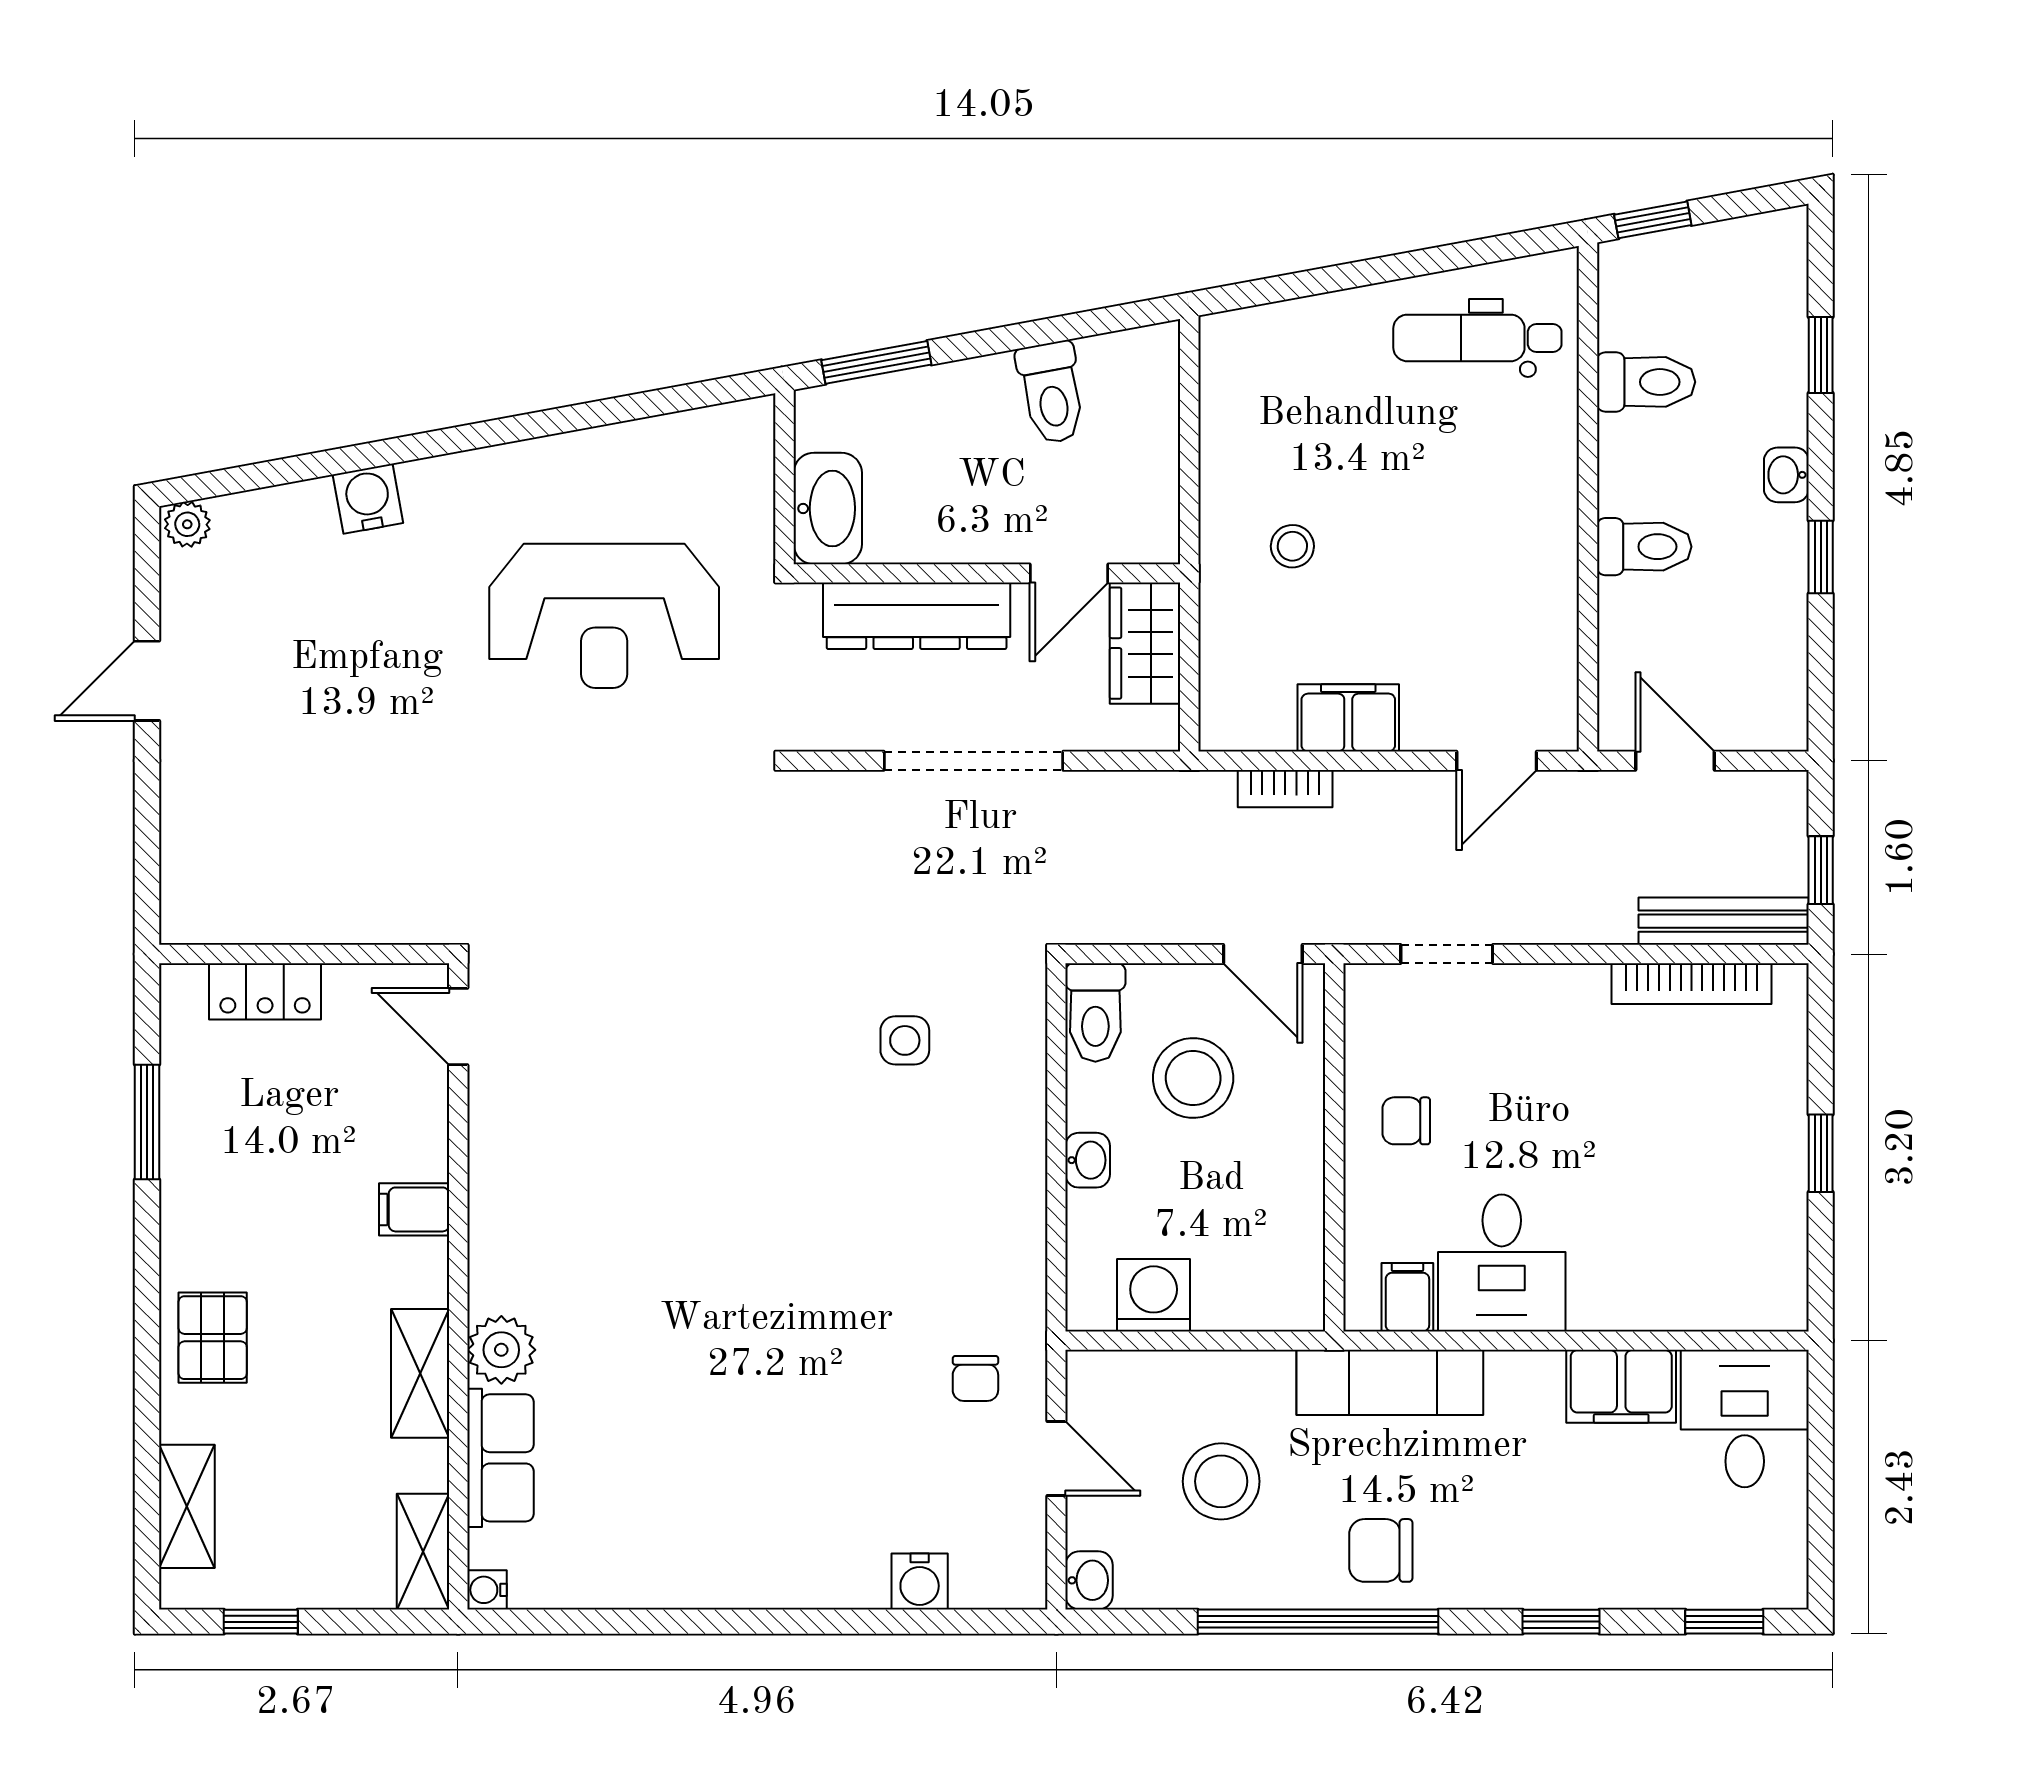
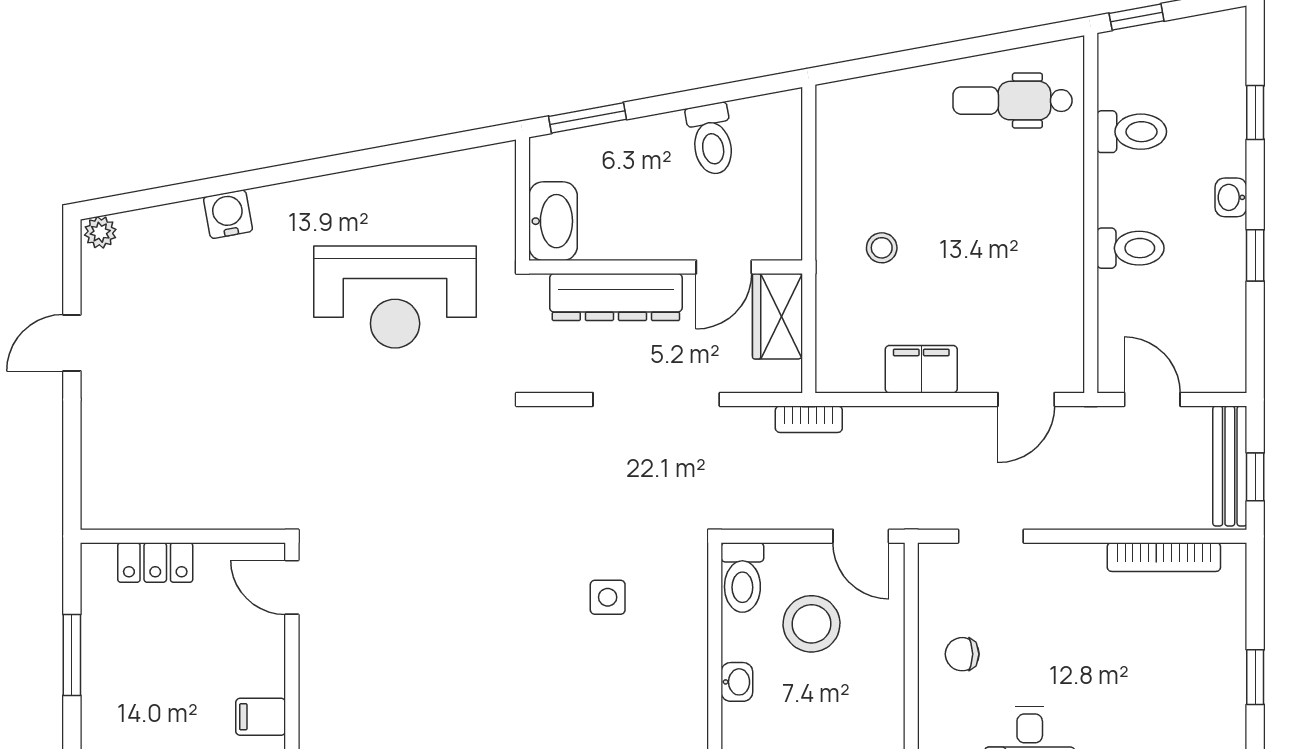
bookcase: (1285, 789) -> (809, 419), moved
bench: (1724, 921) -> (1230, 466), moved, turned 90

